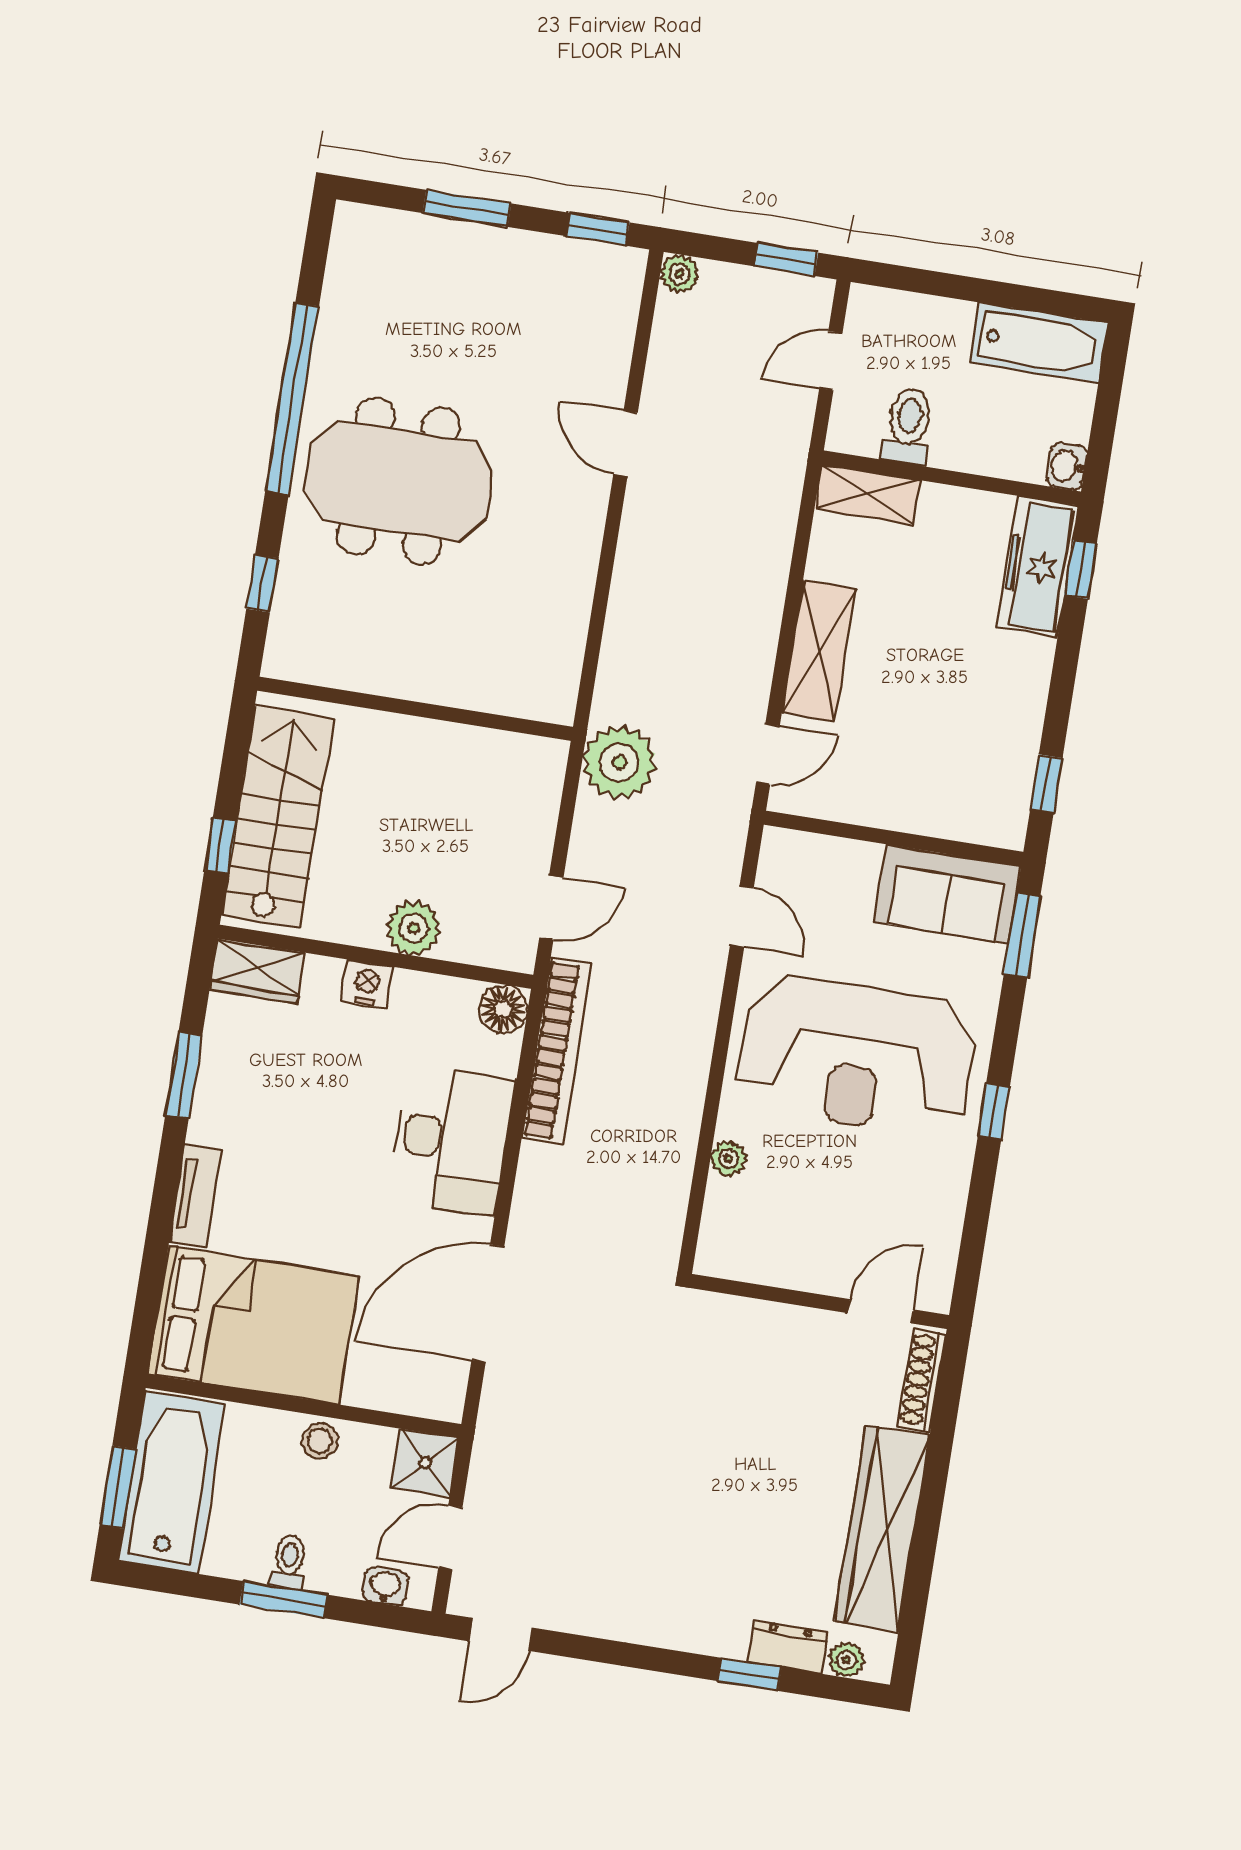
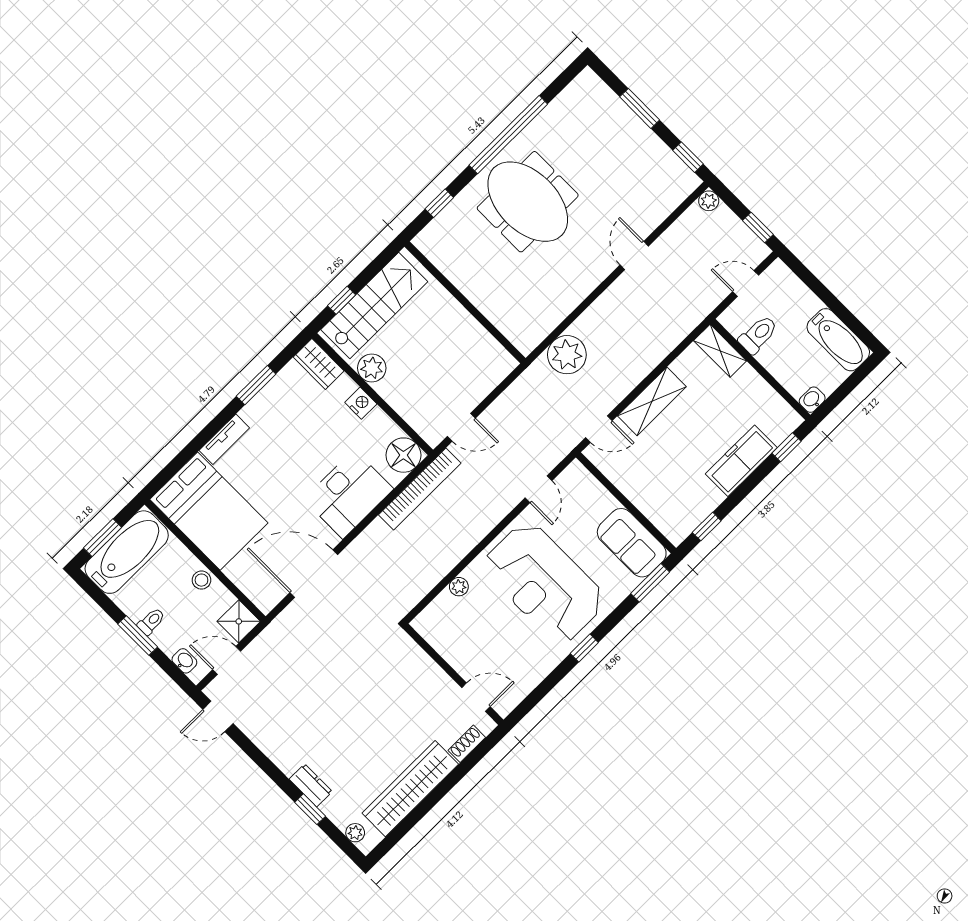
freezer: (1037, 567) -> (741, 461), moved
plant: (619, 762) -> (567, 355), moved
plant: (414, 928) -> (372, 368), moved
floor lamp: (503, 1009) -> (403, 455), width x1.38, depth x1.38
shoe rack: (922, 1380) -> (467, 744), width x0.70
dresser: (788, 1647) -> (311, 785), moved

